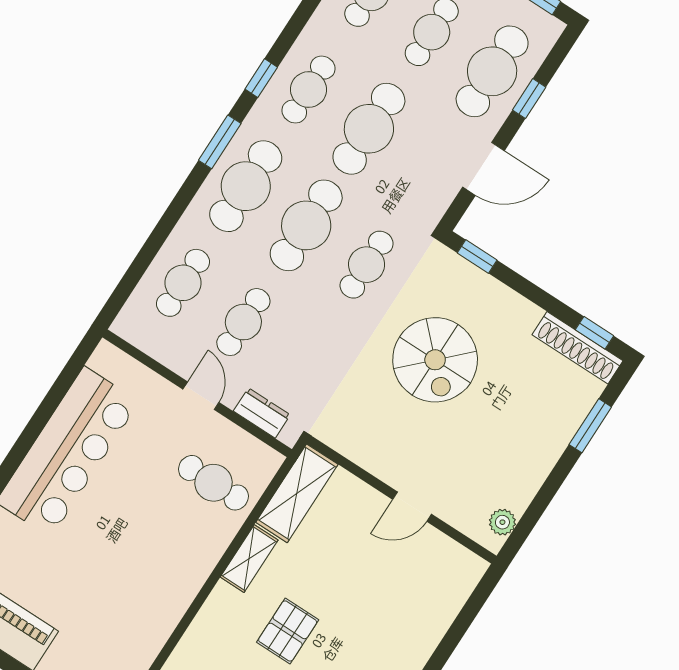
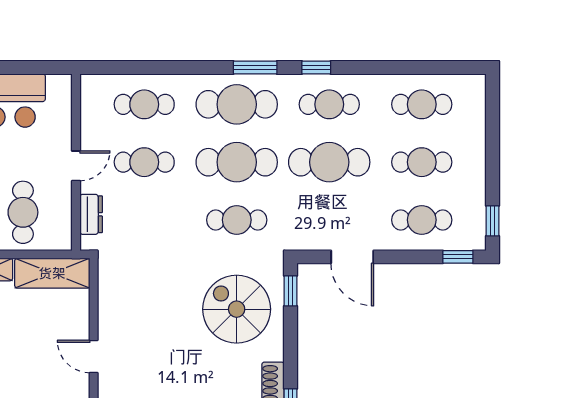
cafe table: (492, 71) -> (422, 220), width x0.73, depth x0.74
window: (529, 99) -> (458, 257), moved
spiral stairs: (435, 360) -> (237, 309), moved, turned 90

